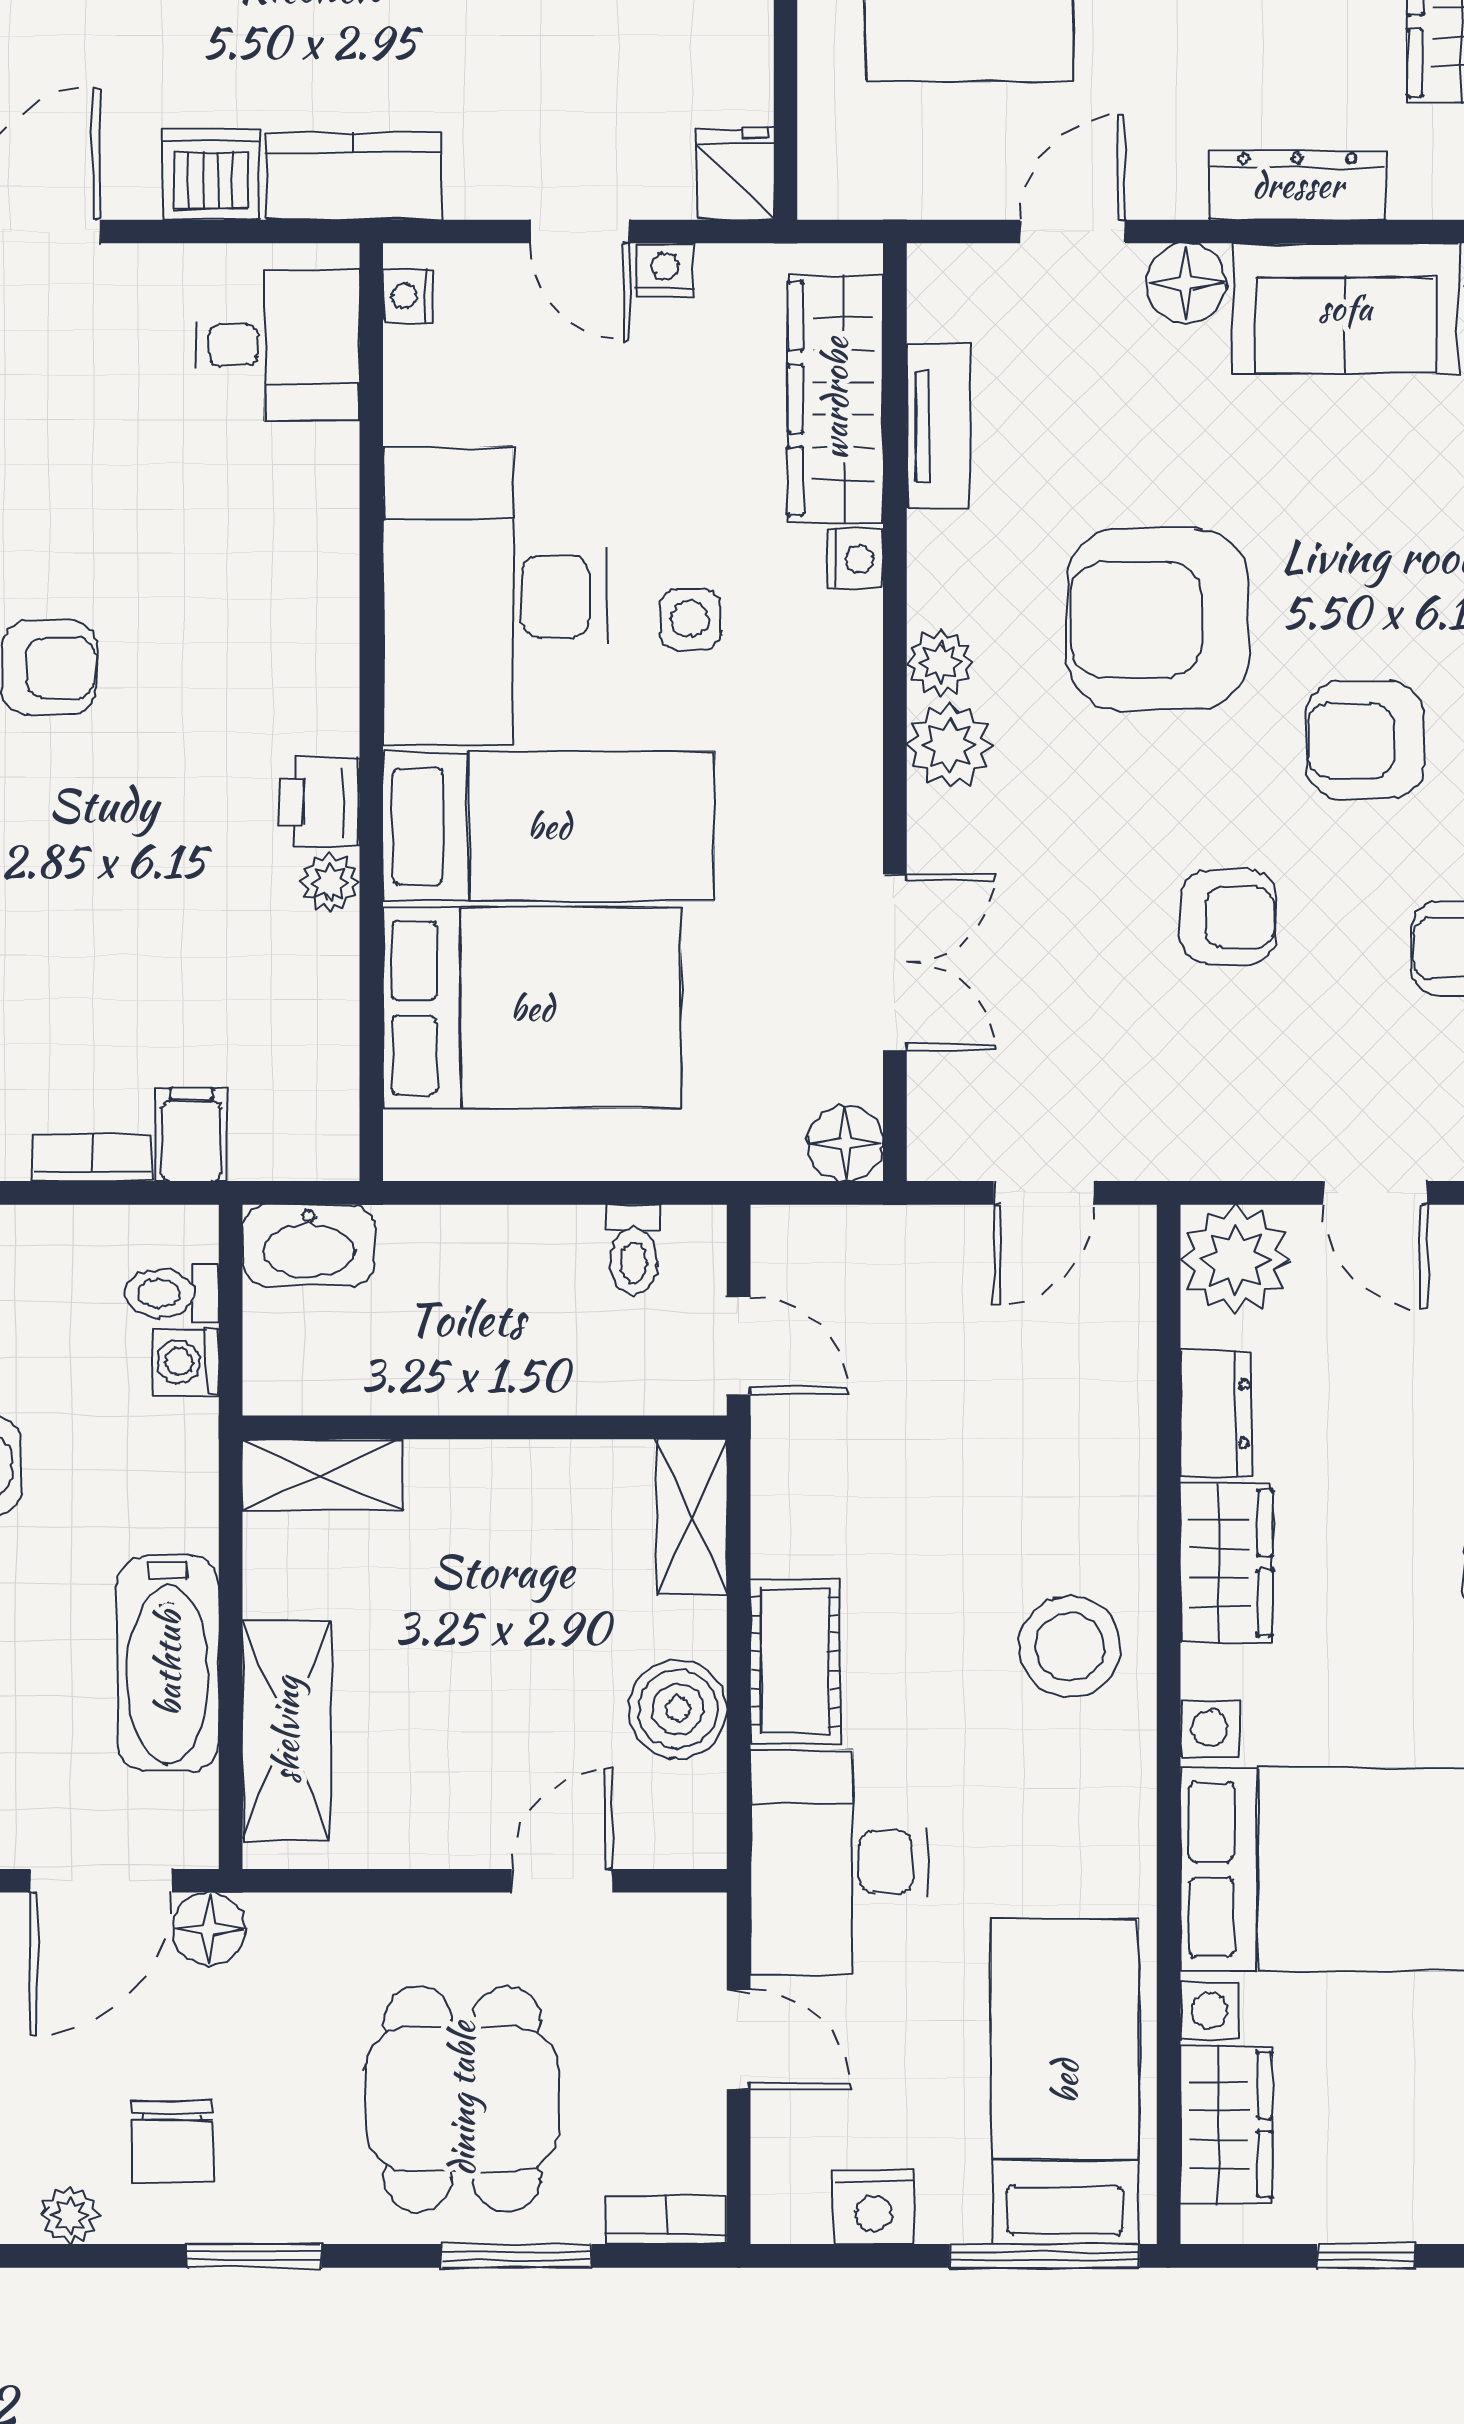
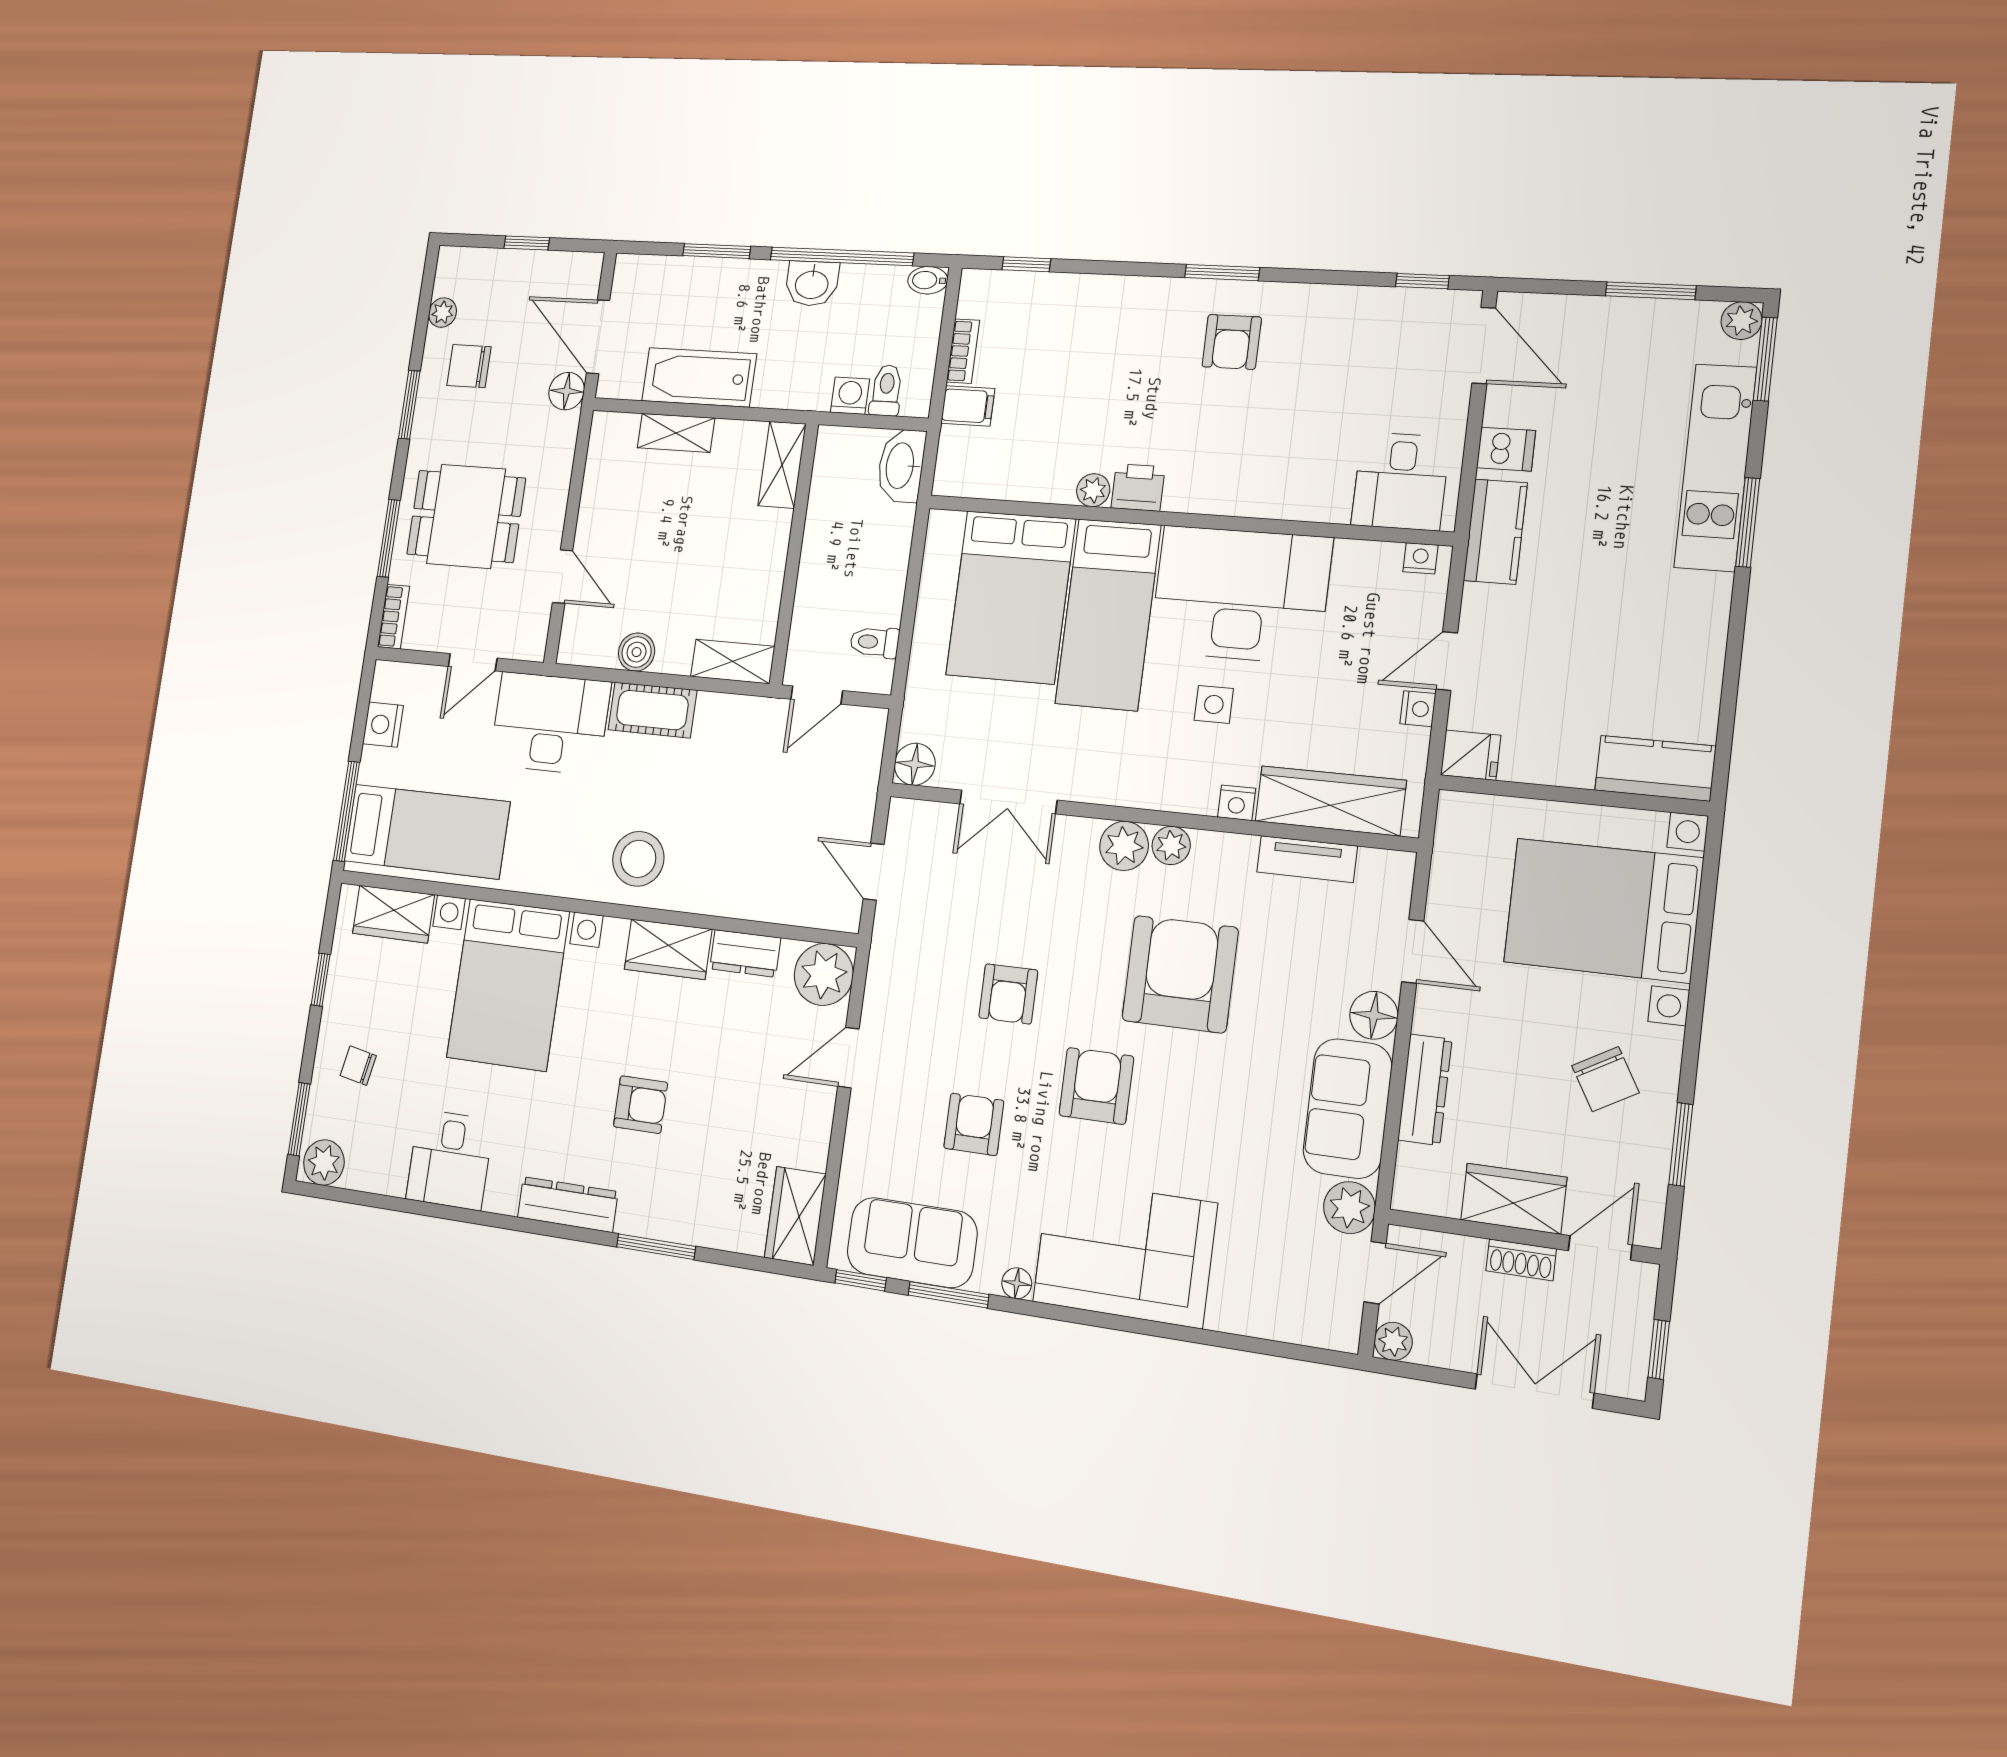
dishwasher: (211, 174) -> (1506, 449), width x0.73
boiler: (678, 1709) -> (637, 652), width x0.73, depth x0.73
shelving: (286, 1730) -> (676, 433), width x0.67, depth x0.75

